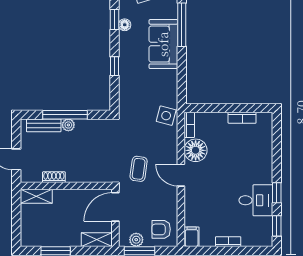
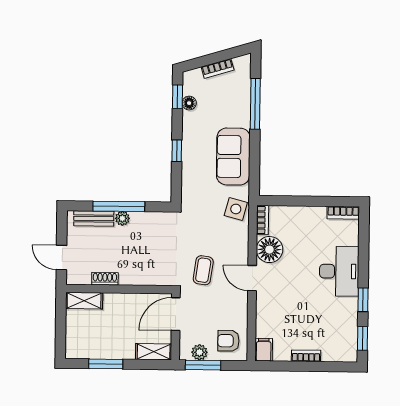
sofa: (163, 44) -> (233, 157), moved
bookcase: (242, 118) -> (343, 213), moved
desk: (256, 200) -> (339, 271), moved, width x1.37

